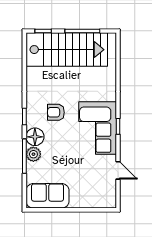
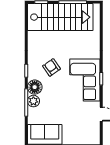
armchair: (56, 112) -> (51, 67), turned 55

